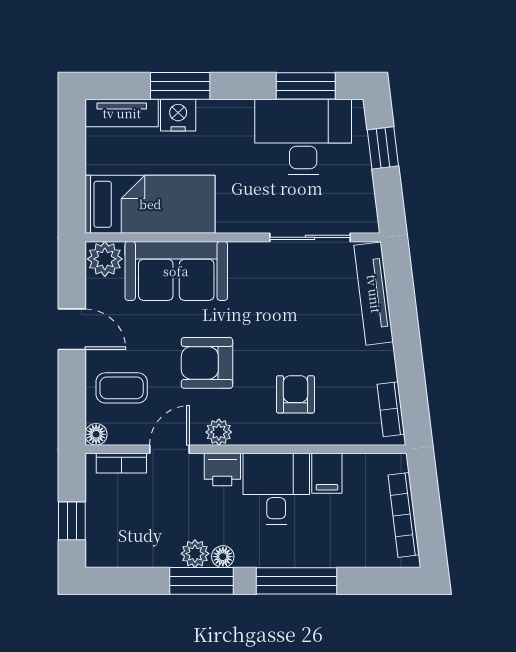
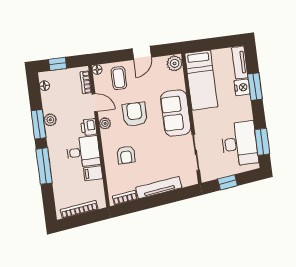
window: (383, 148) -> (228, 182), moved
sofa: (176, 271) -> (176, 113), moved
tv unit: (374, 294) -> (159, 188), moved
armchair: (295, 394) -> (126, 155), turned 90
floor lamp: (223, 557) -> (44, 86), moved

